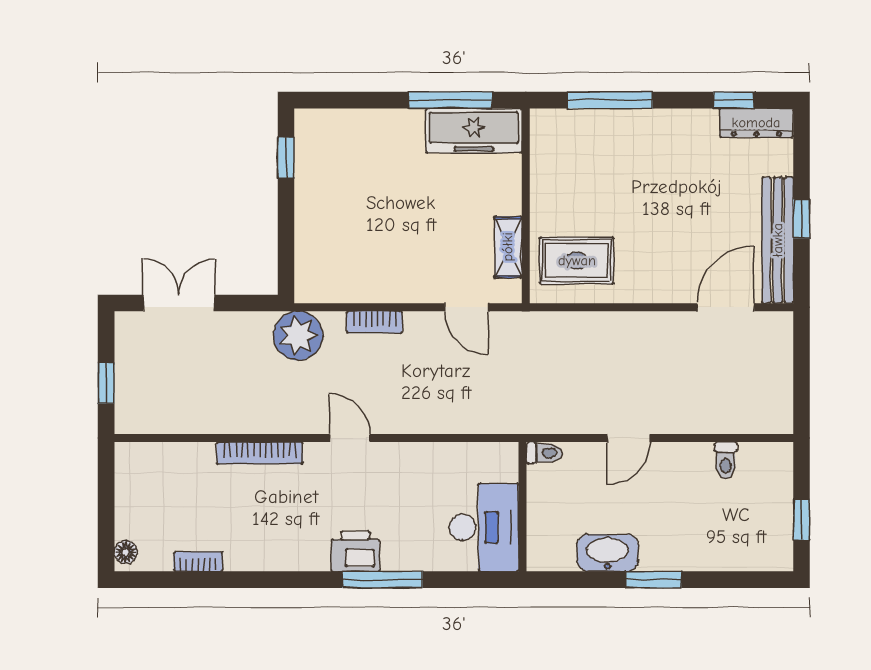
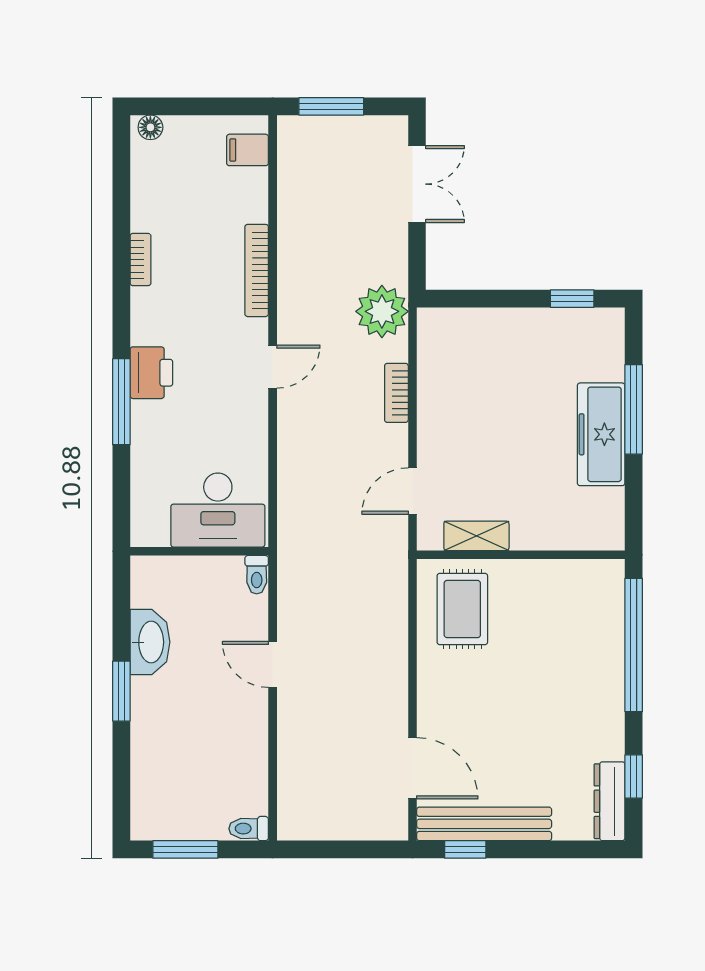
window: (450, 100) -> (634, 409), moved
window: (610, 100) -> (634, 645), width x1.46
freezer: (474, 131) -> (601, 434), moved
window: (802, 219) -> (465, 849), moved
window: (106, 383) -> (331, 106), width x1.50
toilet: (726, 460) -> (249, 829), moved
filing cabinet: (147, 462) -> (247, 150), added
window: (802, 520) -> (185, 849), width x1.50
desk: (484, 527) -> (218, 510), moved
bookcase: (198, 562) -> (140, 260), moved

